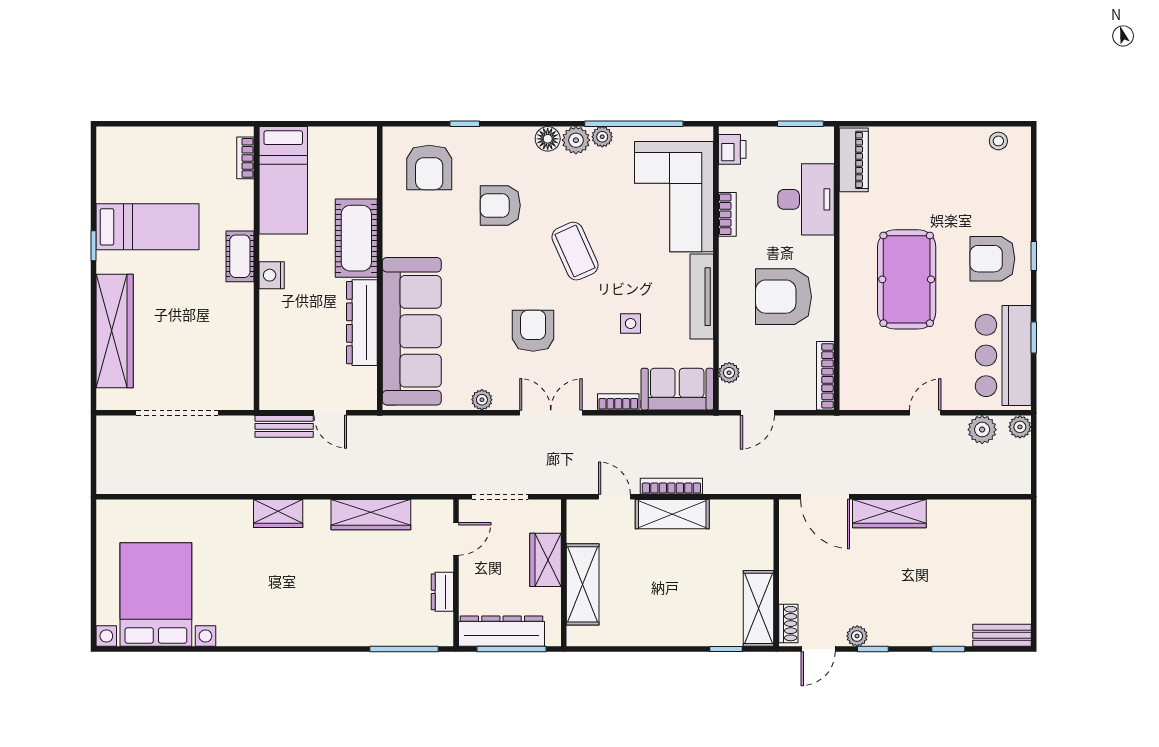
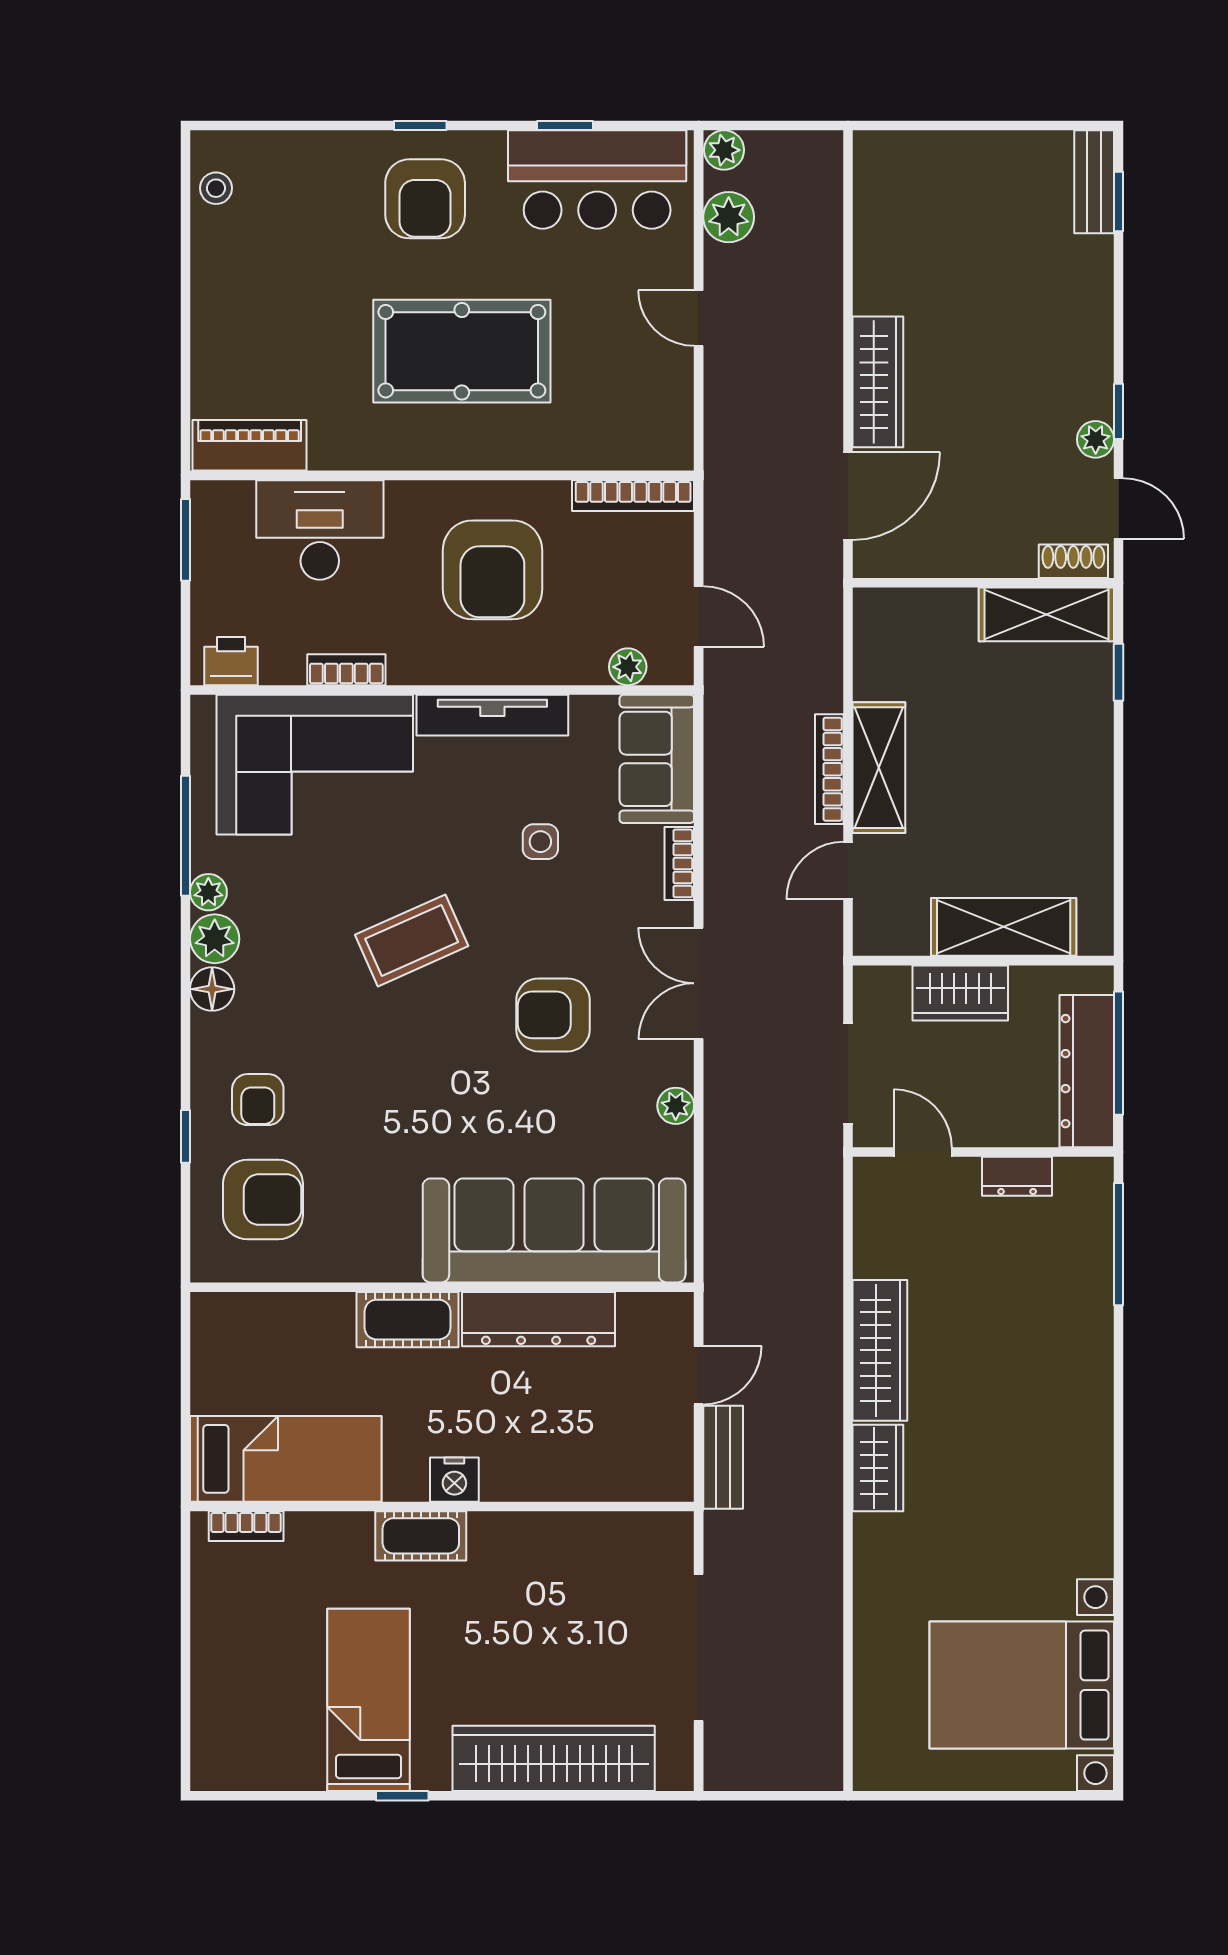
window: (634, 124) -> (185, 836), width x0.68
armchair: (500, 205) -> (258, 1100), moved, width x0.72, depth x0.72
cot: (356, 238) -> (408, 1320), width x0.73, depth x0.75
wardrobe: (371, 515) -> (880, 1350), moved
window: (948, 649) -> (1119, 201), moved

